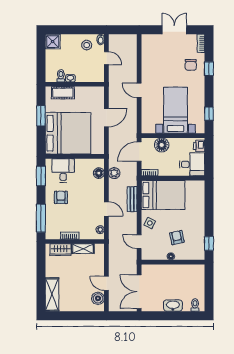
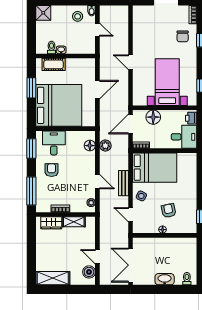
bench: (132, 199) -> (123, 183), moved
shelving: (52, 294) -> (53, 278), moved, turned 90

